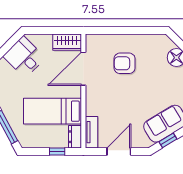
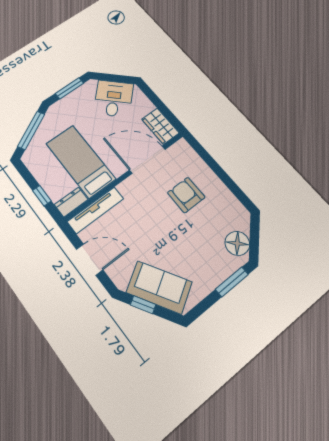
tv unit: (92, 132) -> (96, 210), width x1.41

